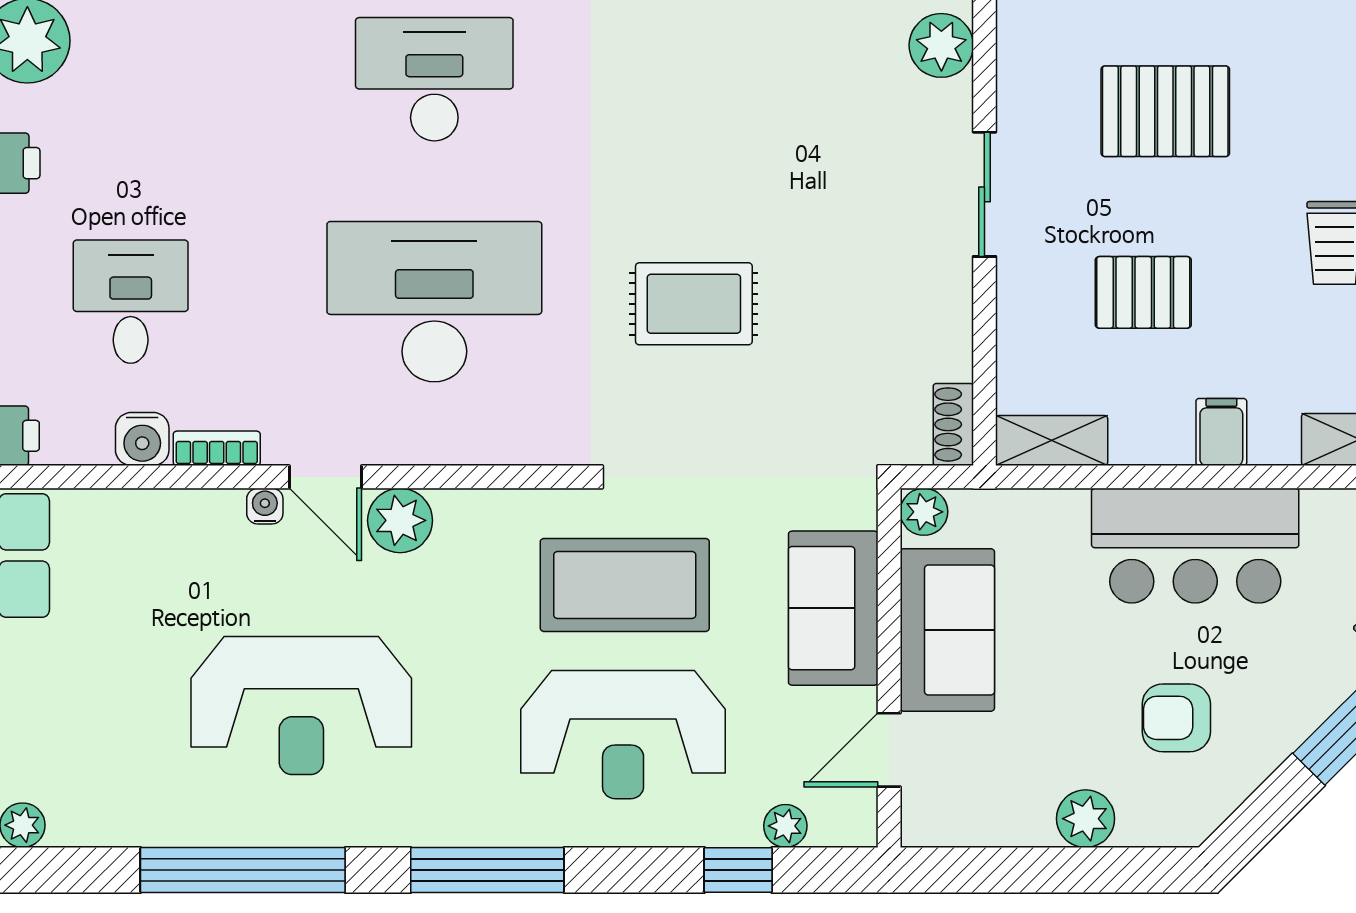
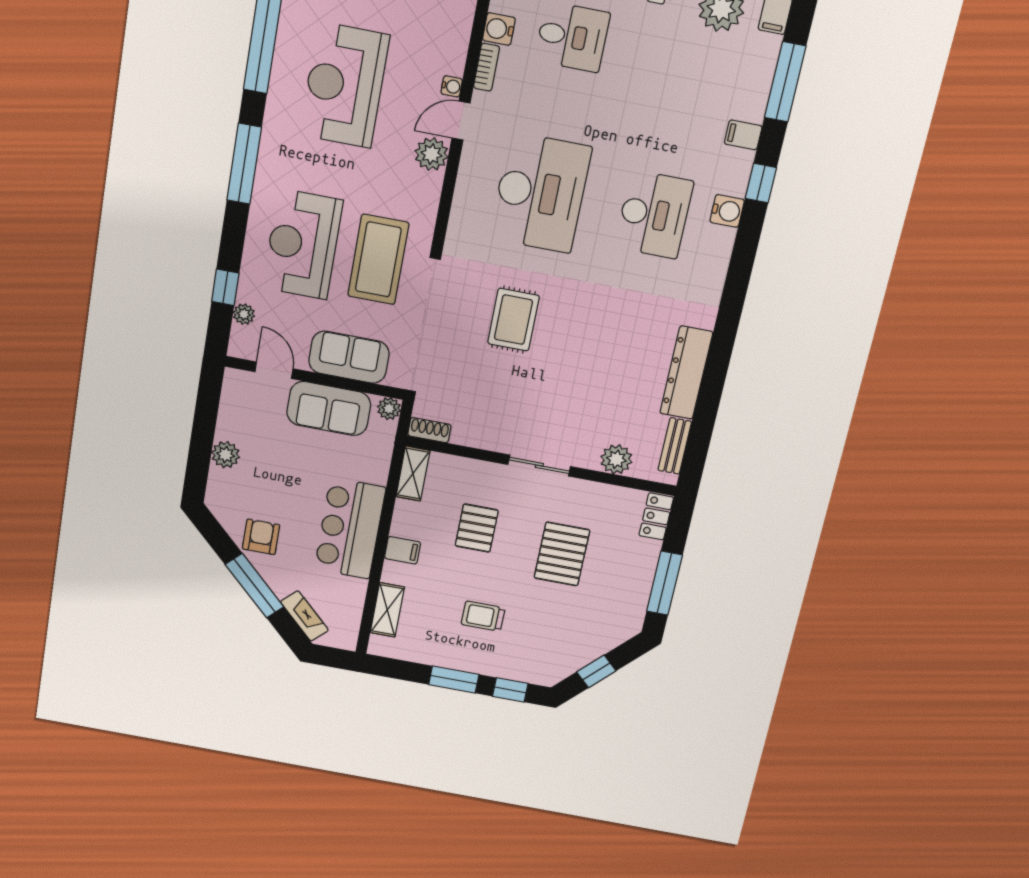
armchair: (1176, 718) -> (261, 537), moved

